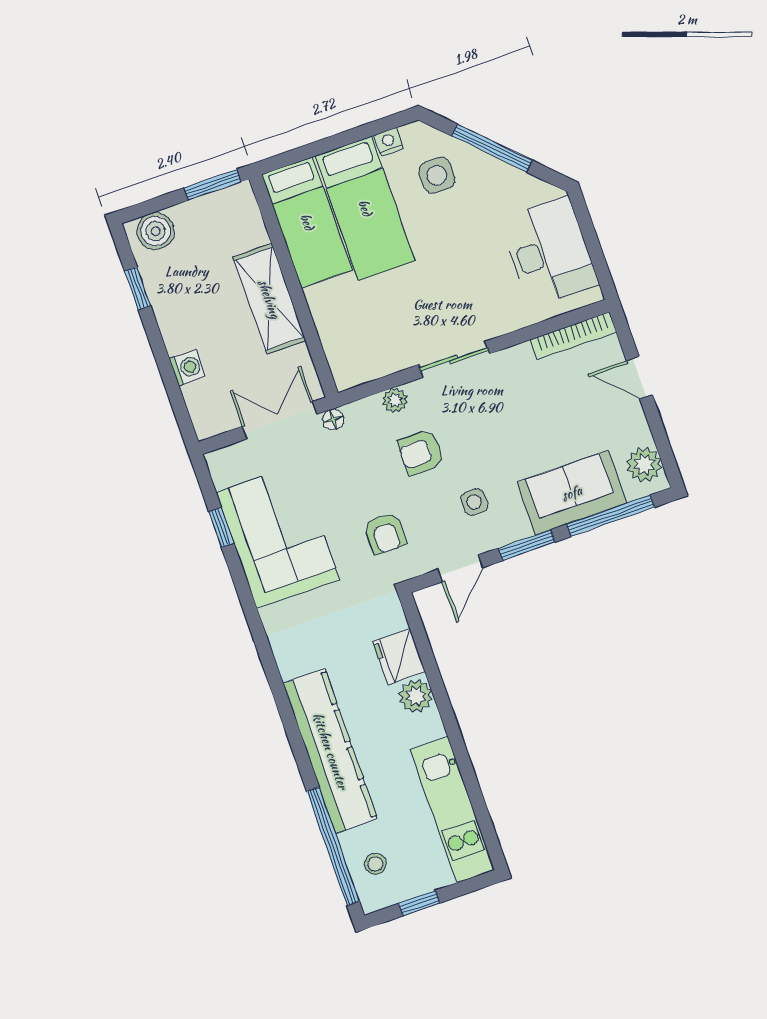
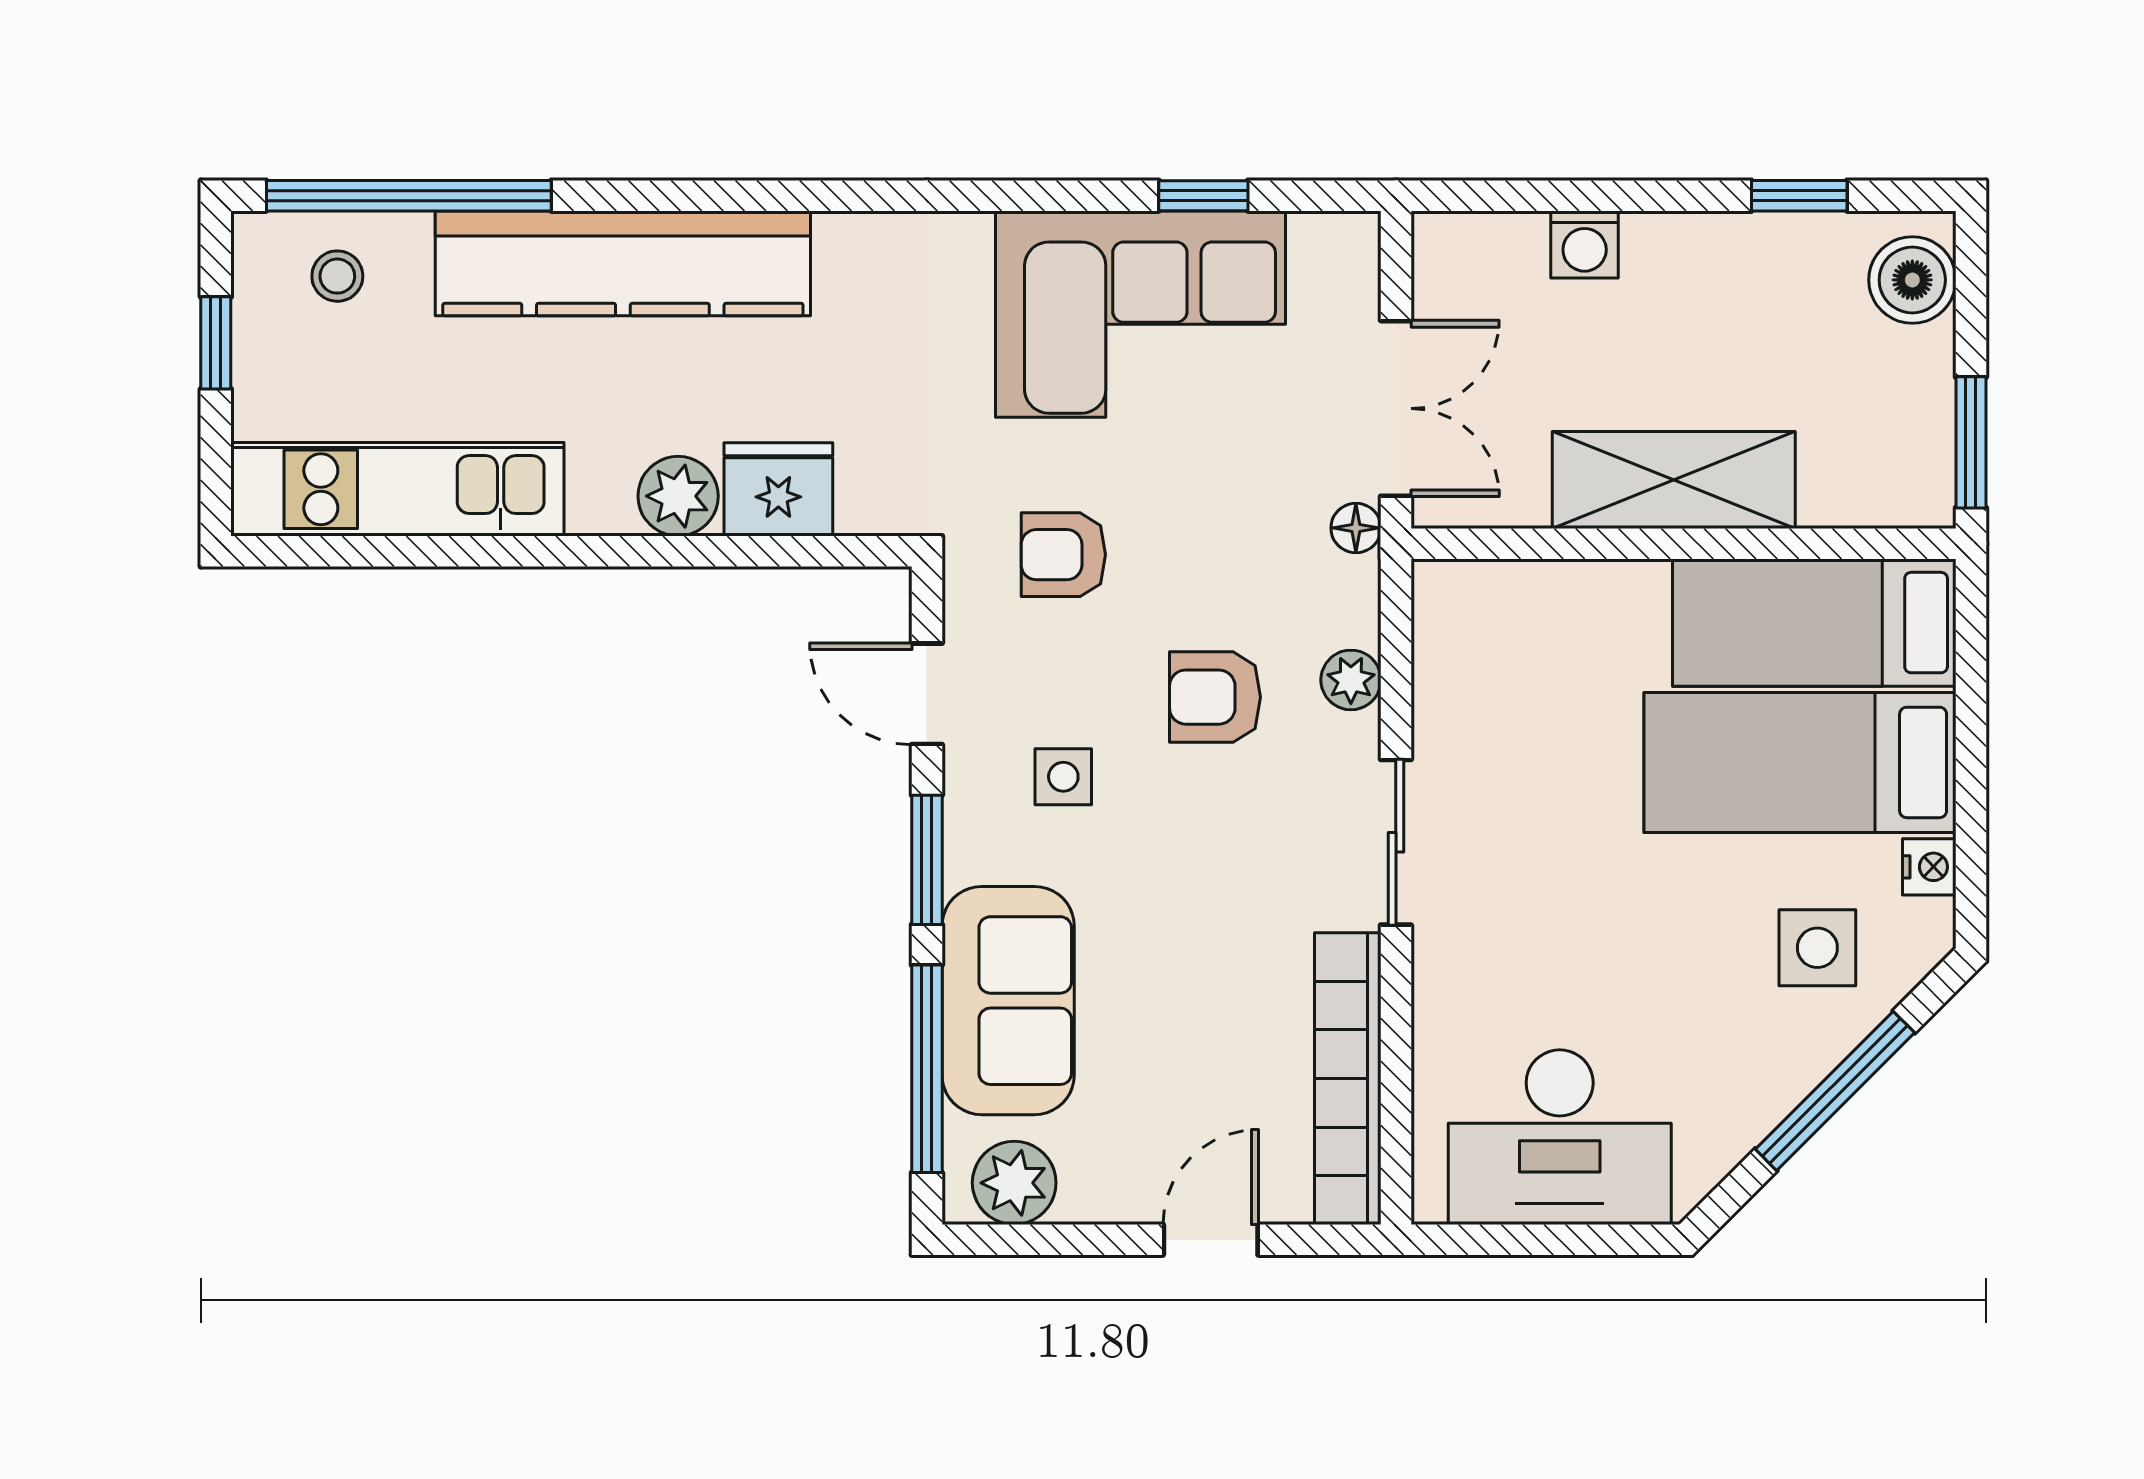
bookcase: (573, 336) -> (1348, 1079), width x1.48, depth x1.31
armchair: (421, 452) -> (1215, 697), turned -90

